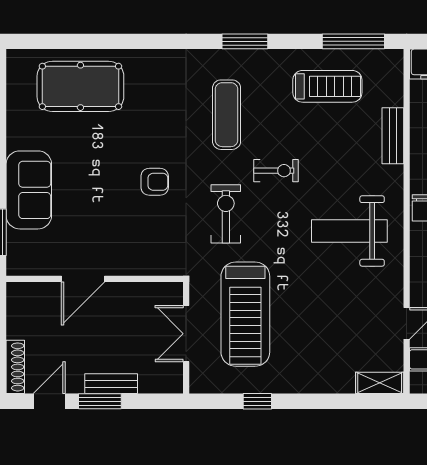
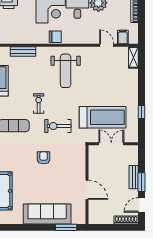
sofa: (29, 190) -> (47, 214), width x1.36
double door: (186, 334) -> (111, 144), swing flipped
door: (49, 401) -> (142, 205), hinge flipped

